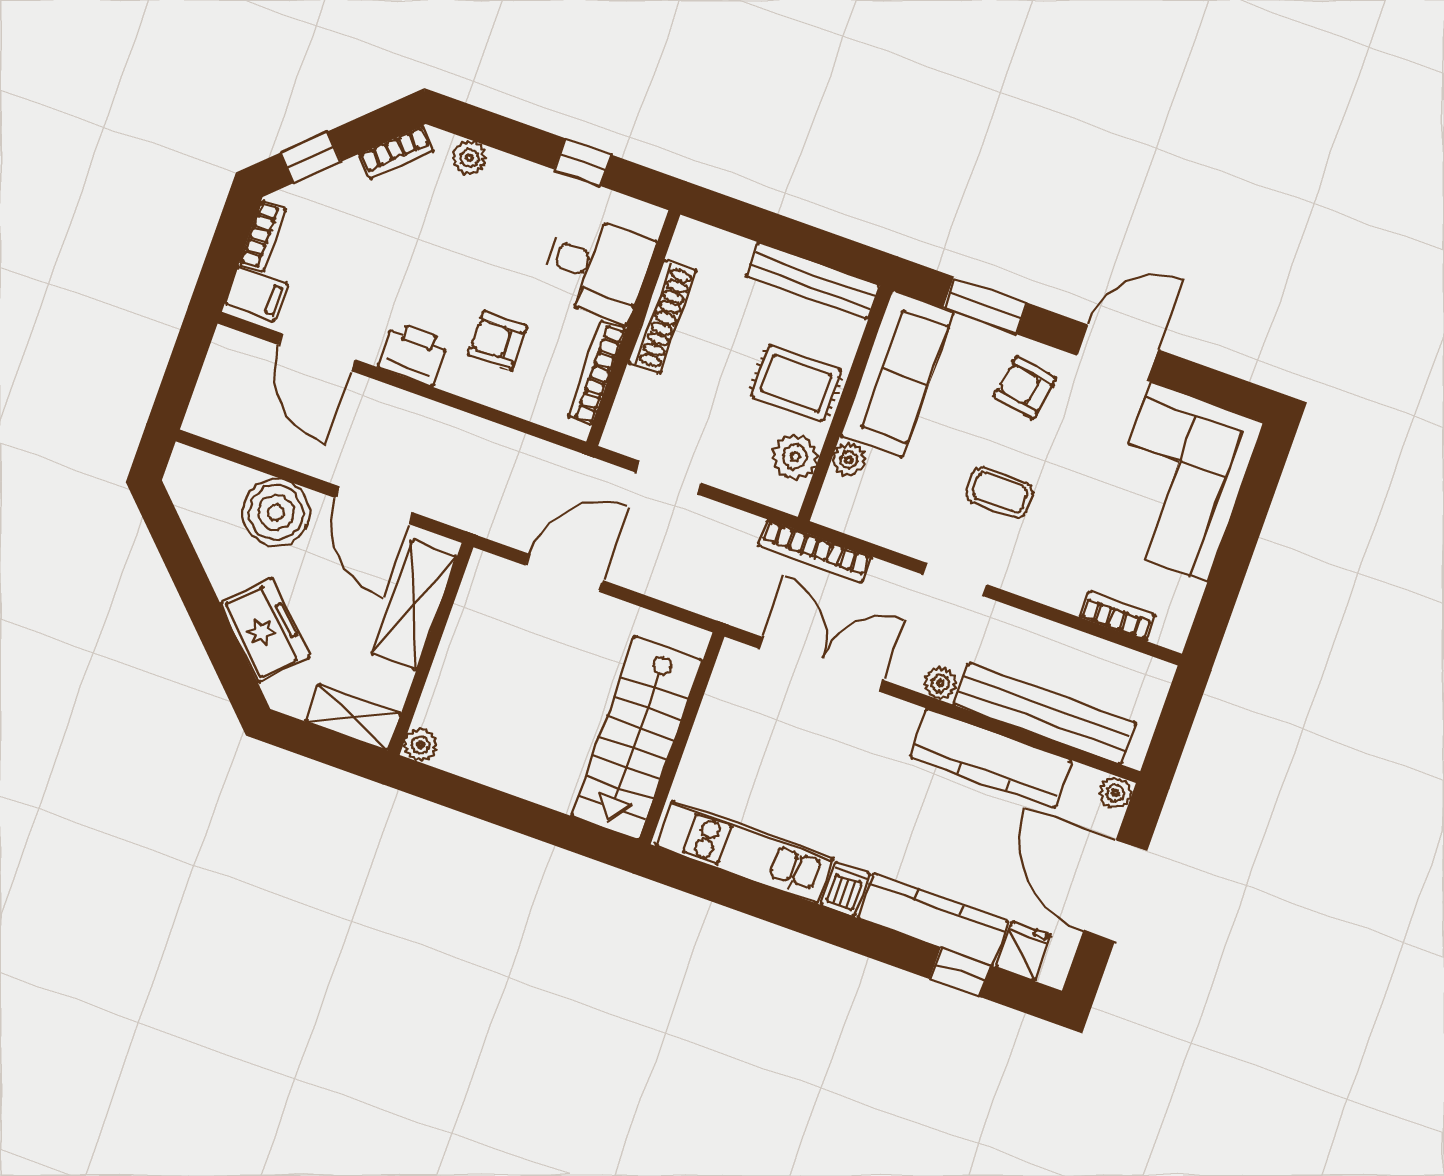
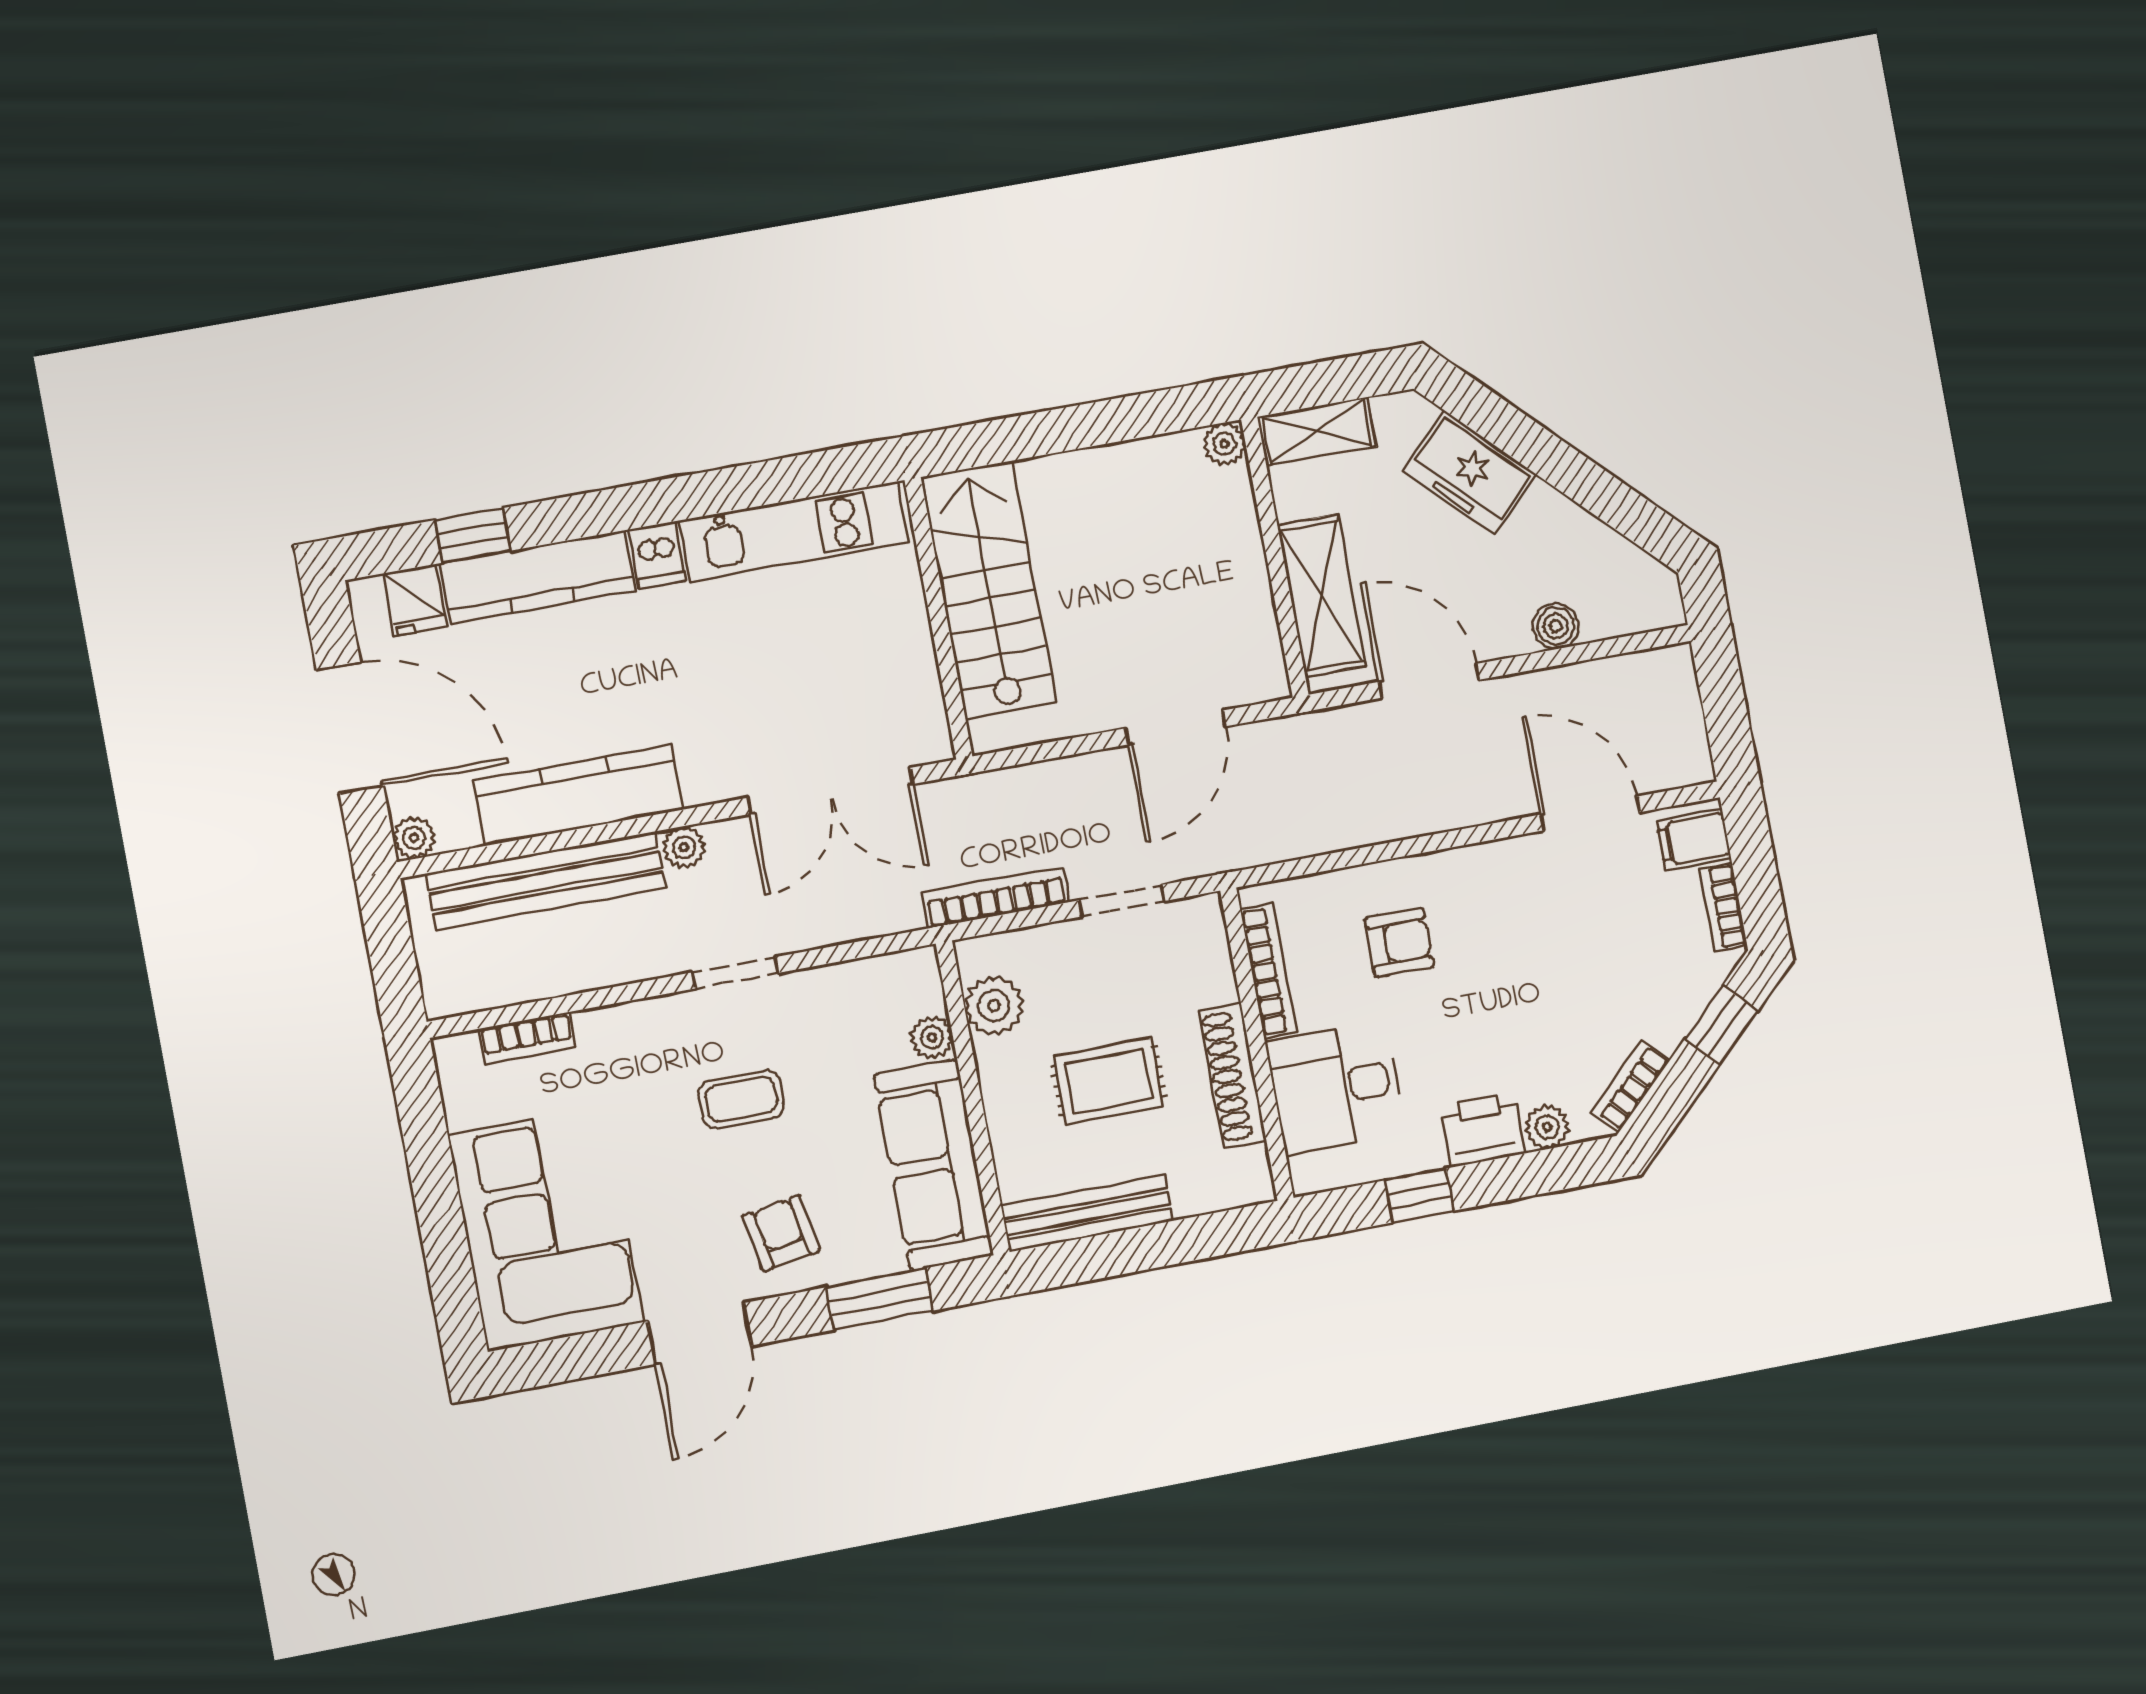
printer: (413, 354) -> (1483, 1130), moved, turned 180
rug: (796, 383) -> (1108, 1081), moved
armchair: (1025, 387) -> (781, 1233), turned -110
boiler: (276, 512) -> (1556, 626), width x0.54, depth x0.54
bookcase: (815, 551) -> (996, 897), moved

